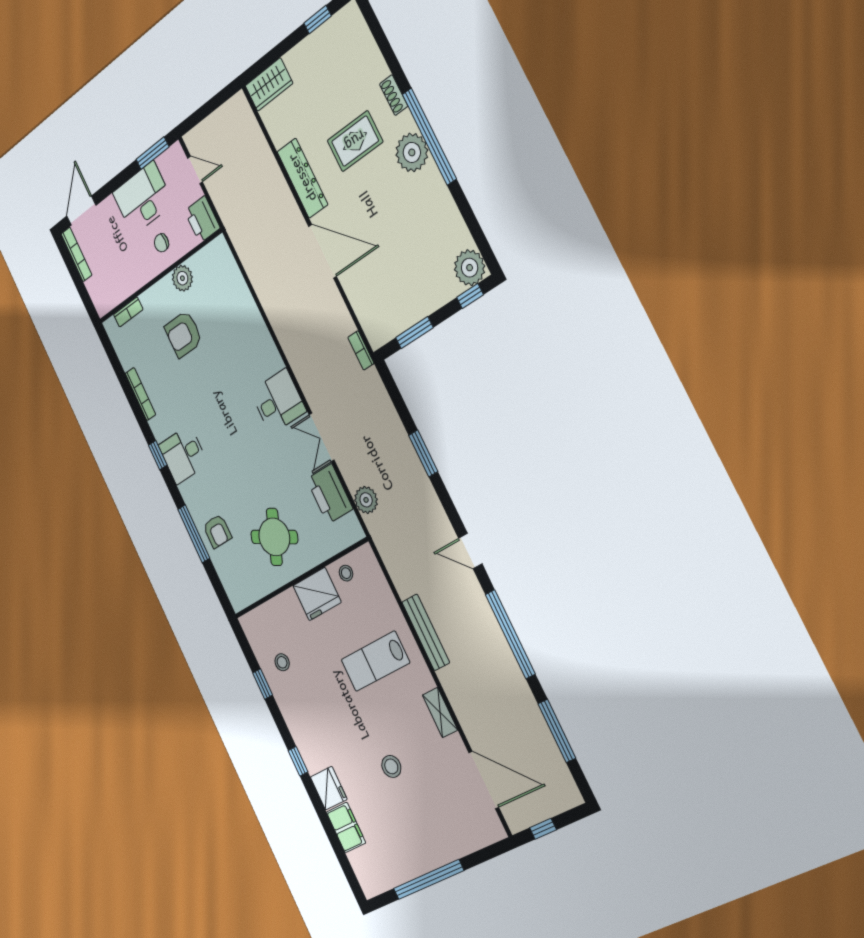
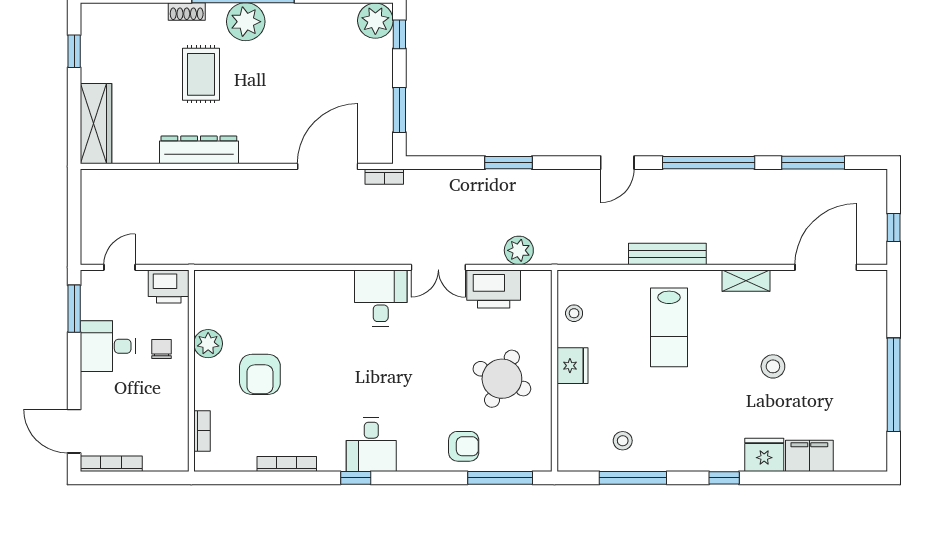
wardrobe: (269, 85) -> (96, 124), width x1.50
desk: (143, 198) -> (108, 346), width x0.73
chair: (161, 243) -> (162, 349), turned 180
door: (323, 251) -> (328, 166), moved
window: (194, 534) -> (500, 478), moved
fridge: (317, 594) -> (572, 366), width x0.73, depth x0.75
window: (263, 684) -> (633, 478), width x2.17

